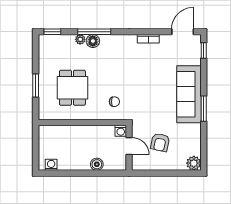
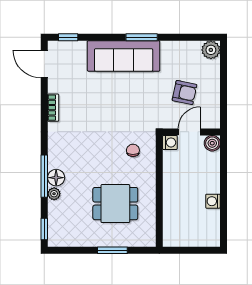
boiler: (97, 164) -> (212, 143), moved
washing machine: (51, 165) -> (213, 201), moved

